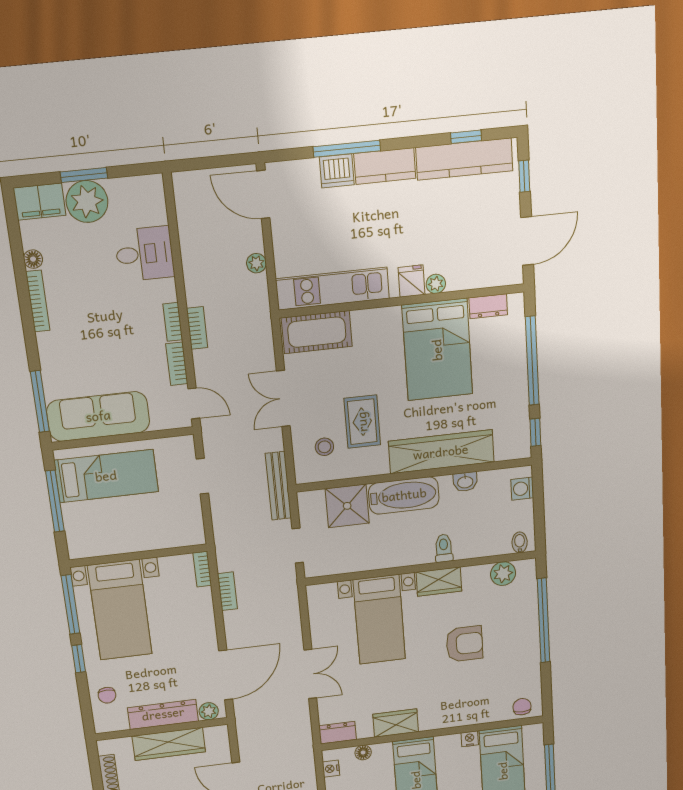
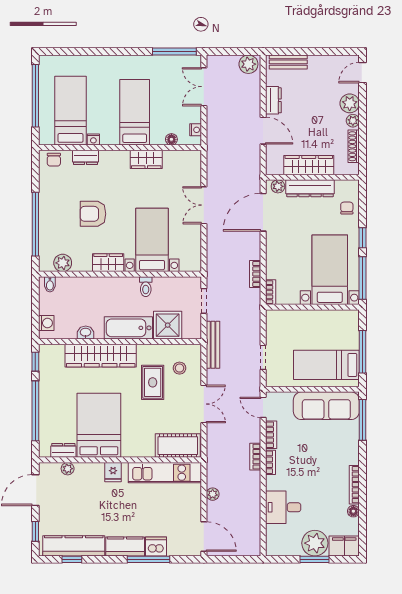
plant: (436, 284) -> (68, 469), moved
toilet: (444, 548) -> (146, 287), moved
dresser: (338, 733) -> (86, 157), moved

